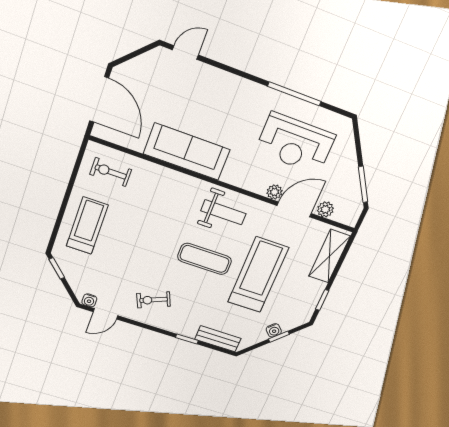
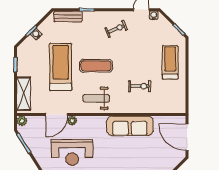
reception desk: (295, 143) -> (72, 152), turned 180
exercise bike: (111, 172) -> (140, 86), moved
plant: (325, 209) -> (22, 121), moved
treadmill: (87, 226) -> (170, 62), turned 180
treadmill: (258, 275) -> (61, 67), turned 180

